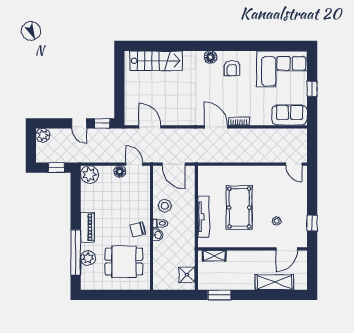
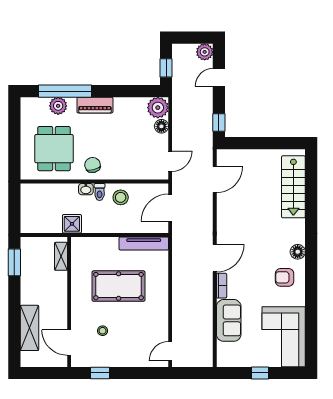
sofa: (289, 115) -> (229, 320), moved
door: (79, 123) -> (219, 77), moved
floor lamp: (120, 171) -> (161, 126), moved
tv unit: (203, 217) -> (144, 243), moved
shower: (187, 275) -> (72, 224), moved

